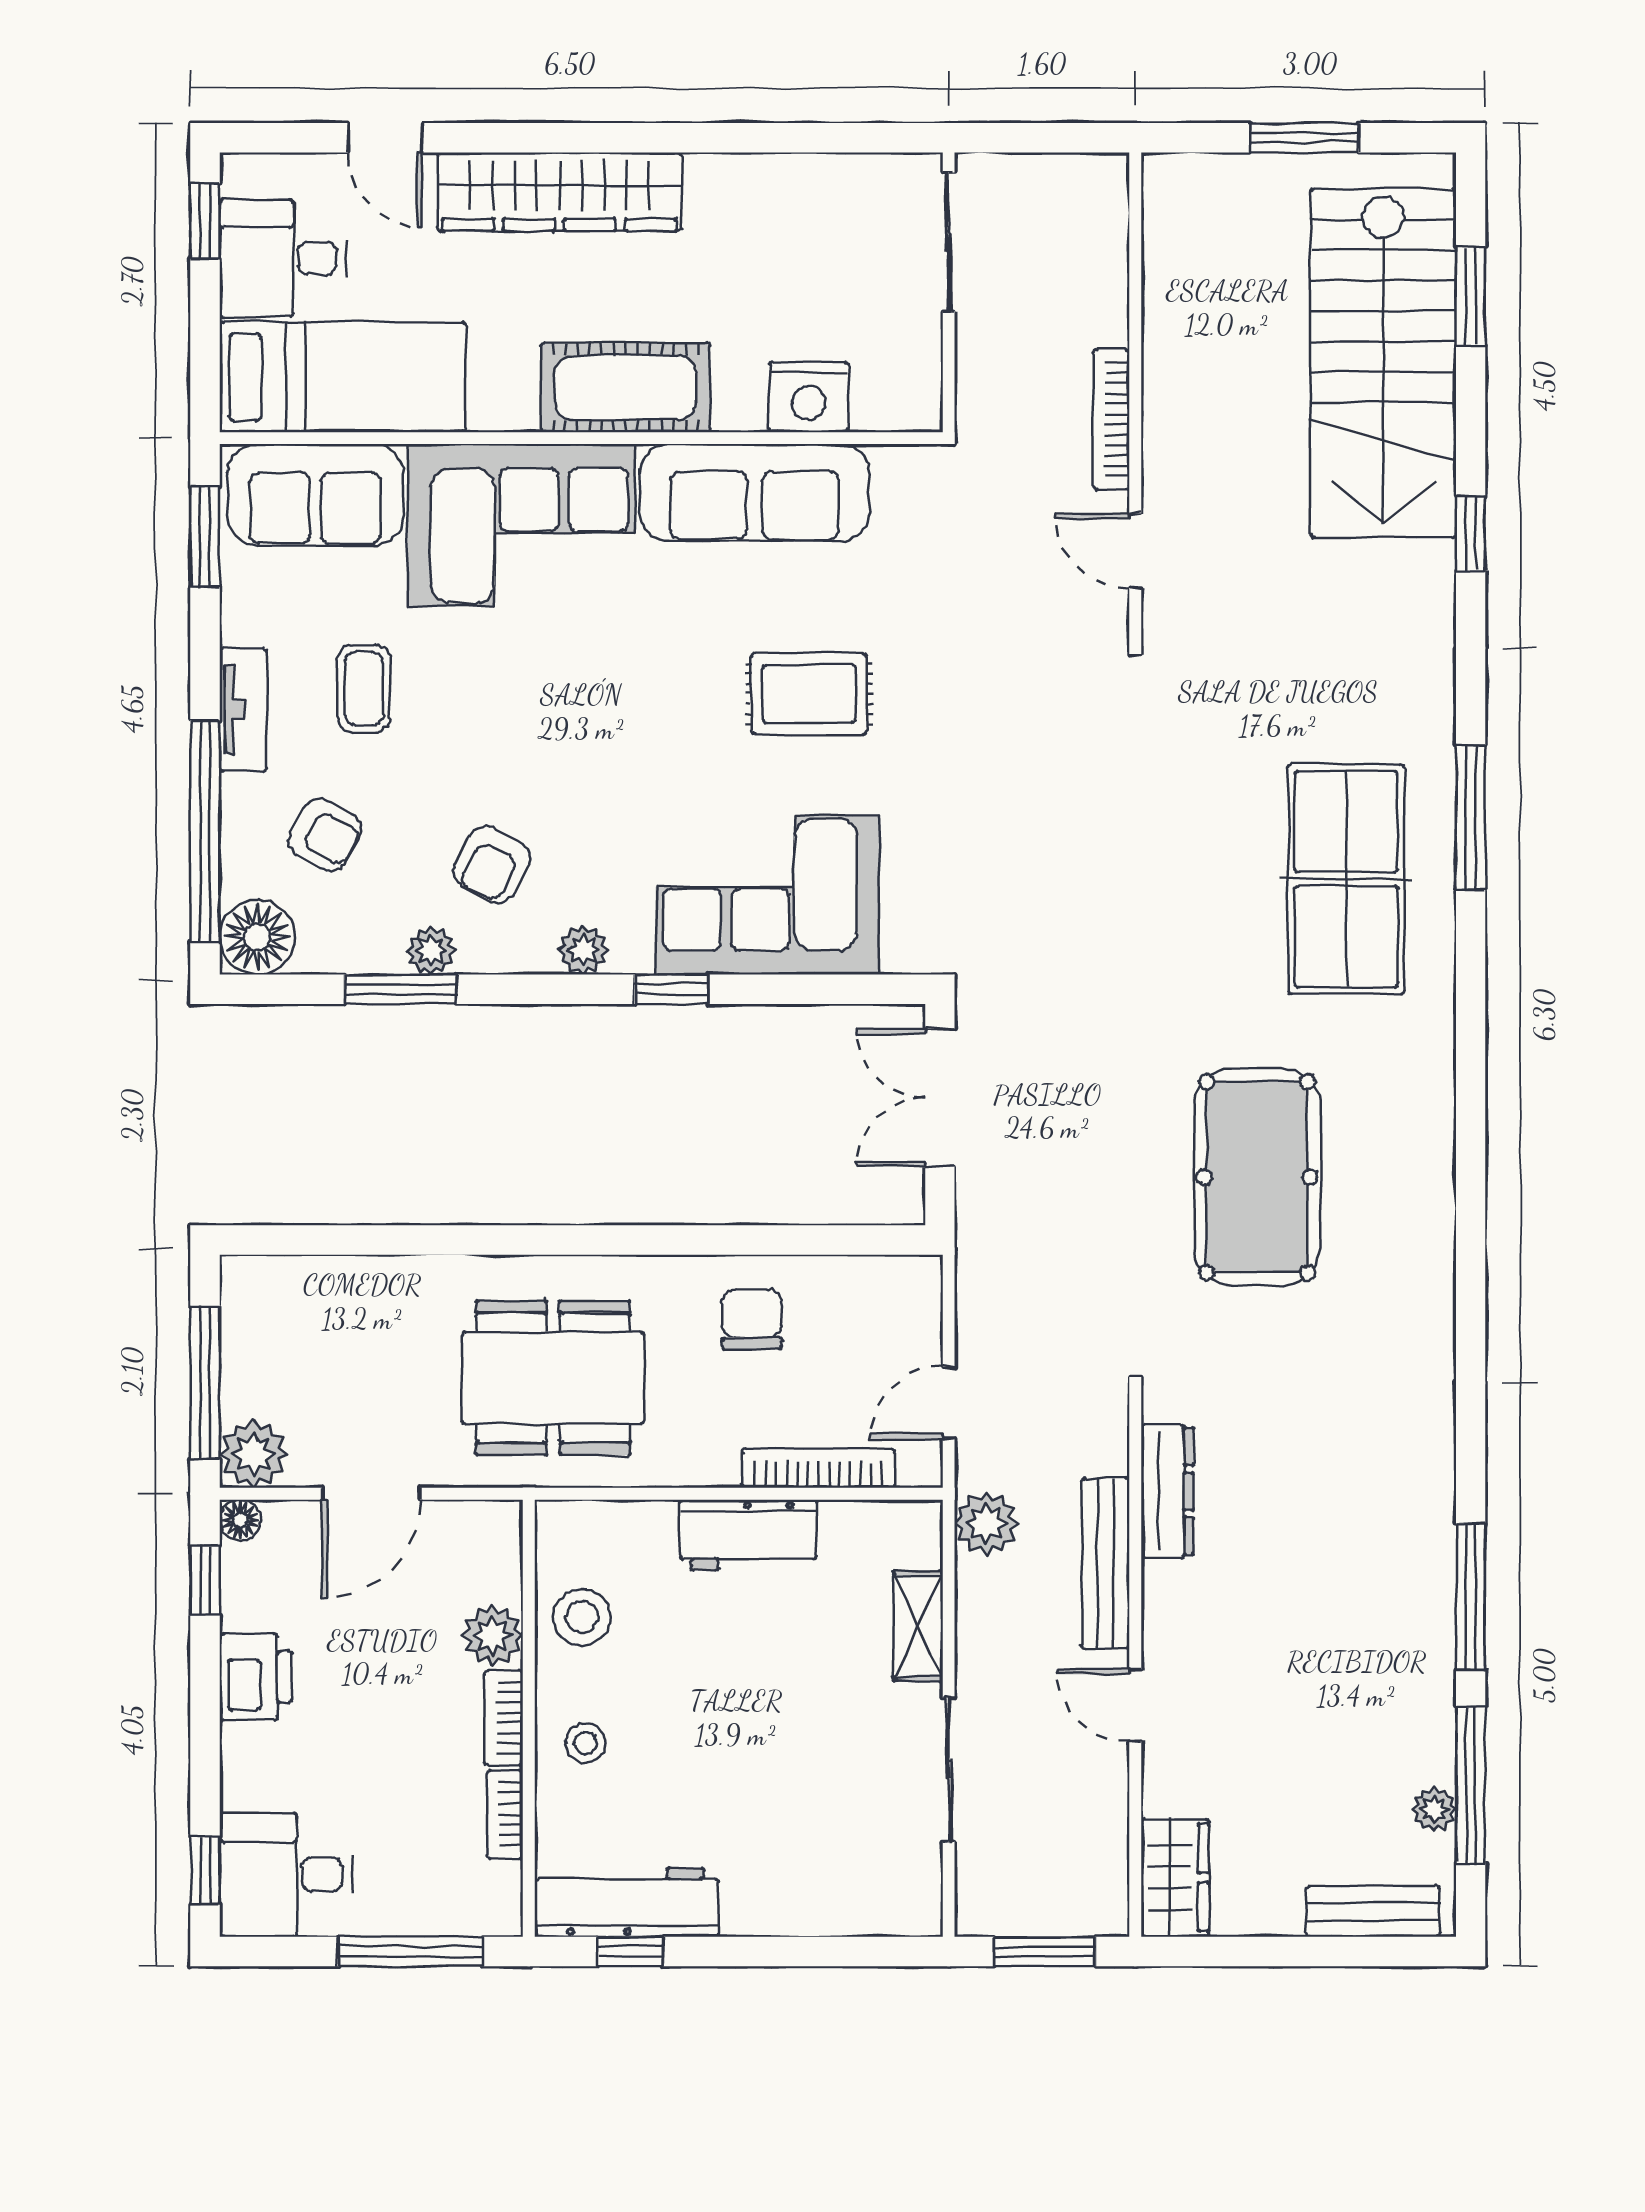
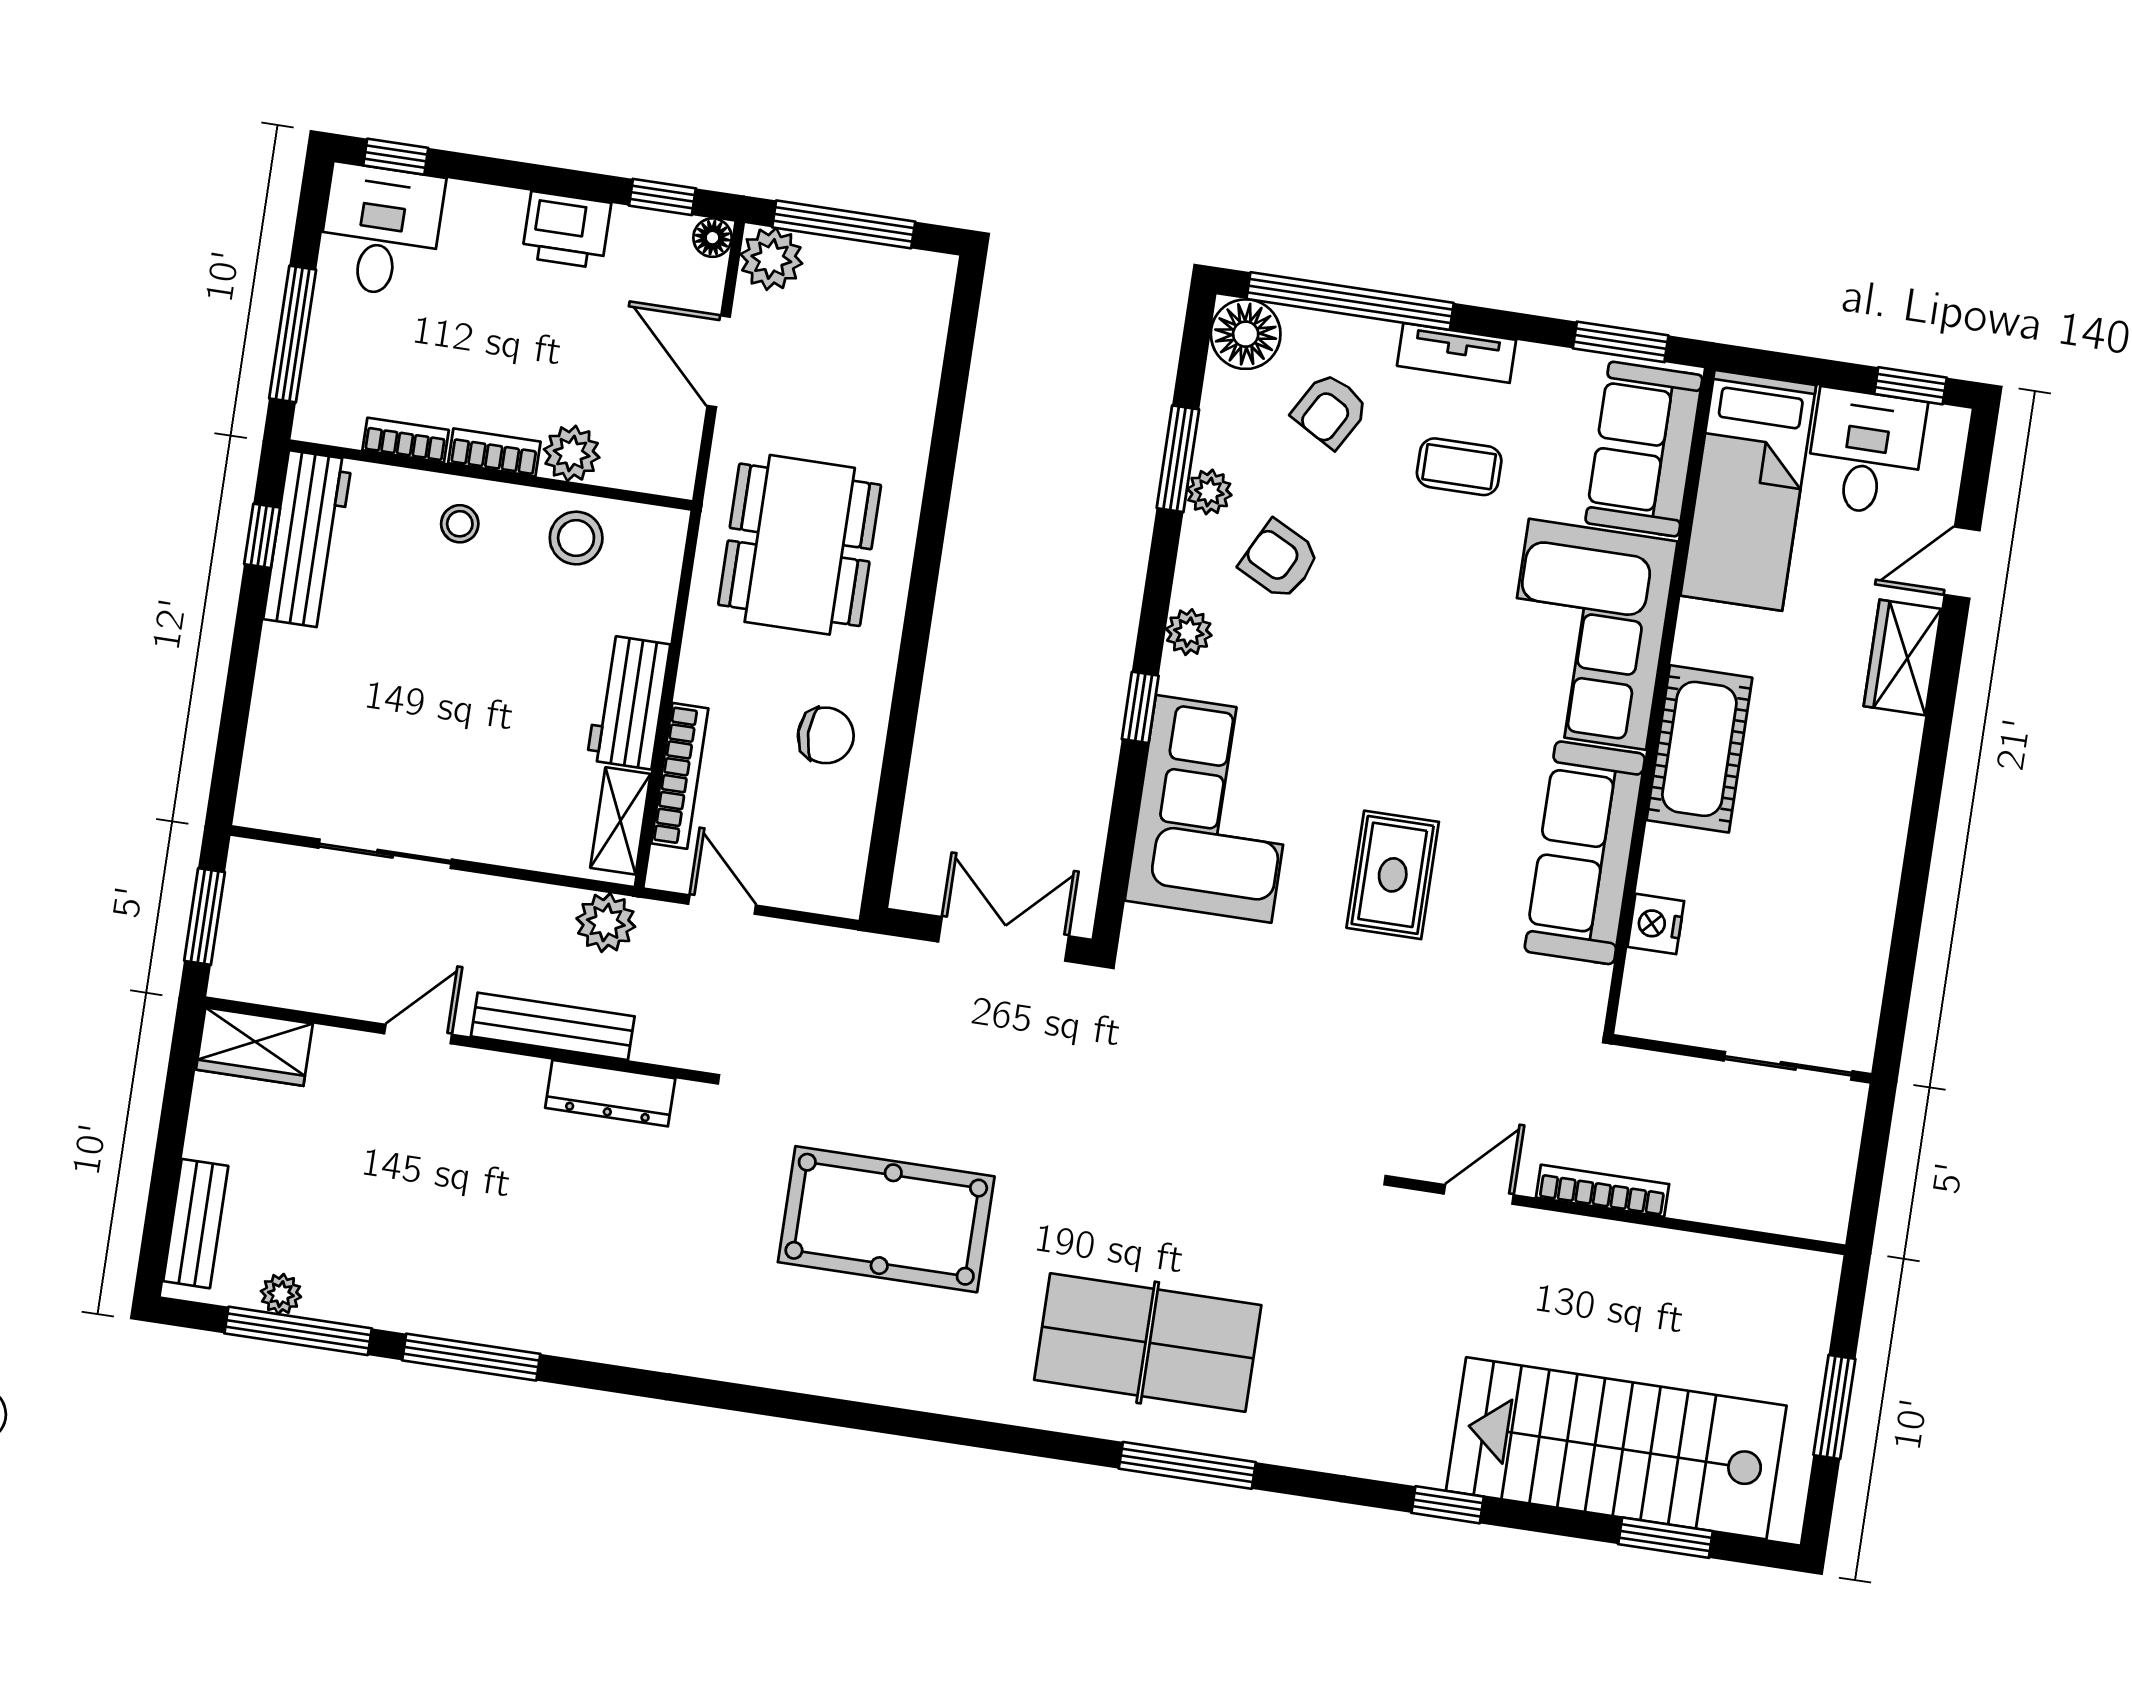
wardrobe: (559, 192) -> (1902, 657), width x0.48, depth x0.85
nightstand: (809, 397) -> (1656, 924), width x0.74, depth x0.75
shelving: (918, 1626) -> (620, 821), moved, turned 90

